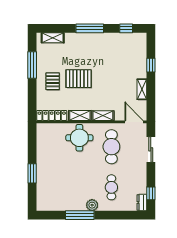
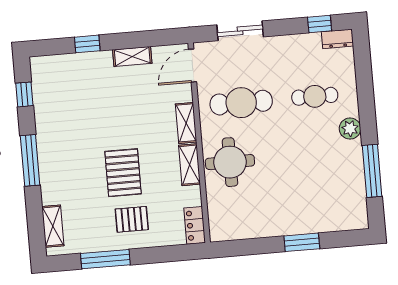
locker: (52, 115) -> (195, 225), width x0.66
window: (80, 215) -> (372, 171), moved

